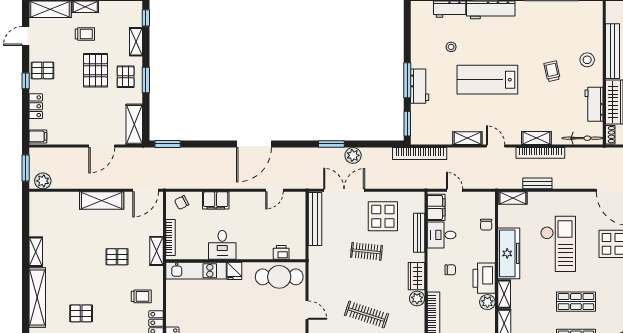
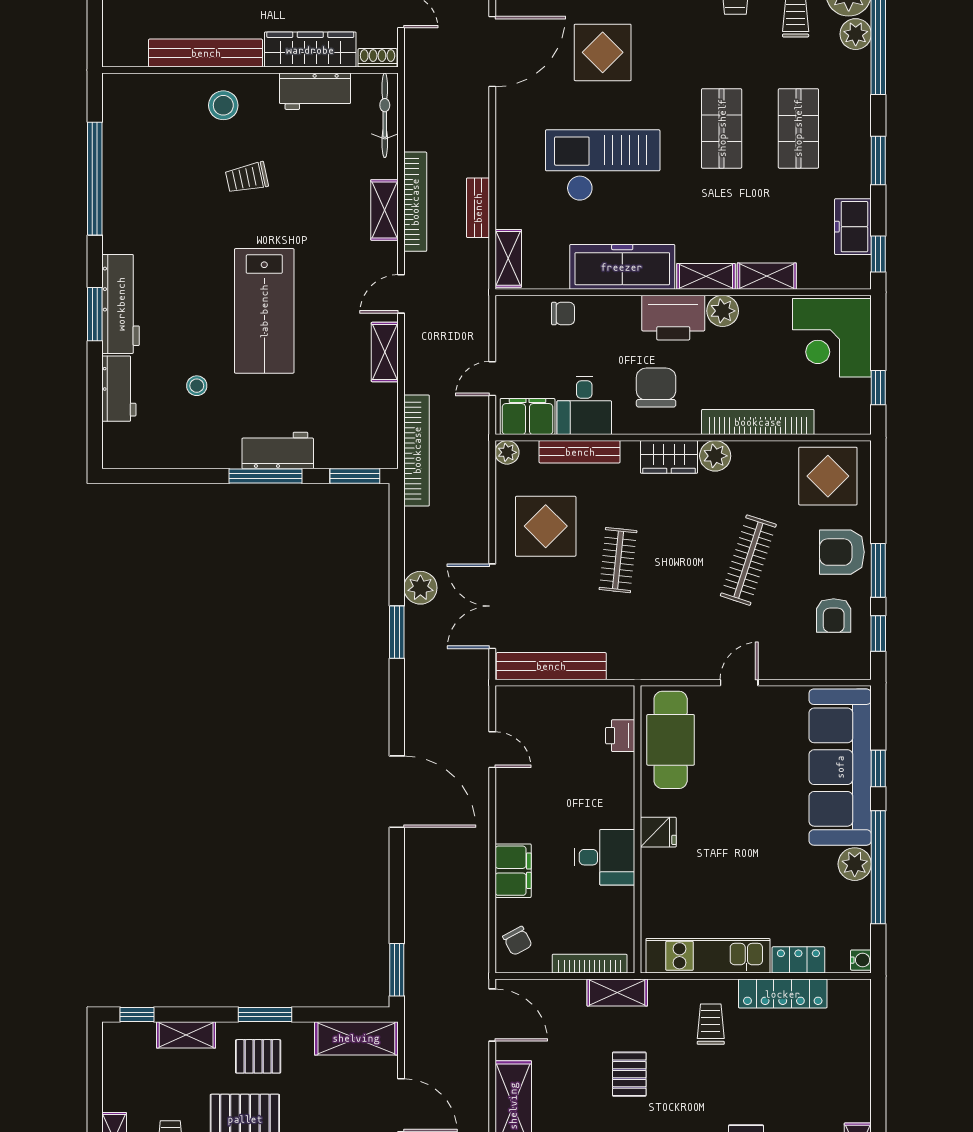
plant: (419, 197) -> (507, 452), added
chair: (450, 270) -> (656, 388), width x1.87, depth x1.87
kitchen unit: (196, 271) -> (708, 956), moved, turned -90

